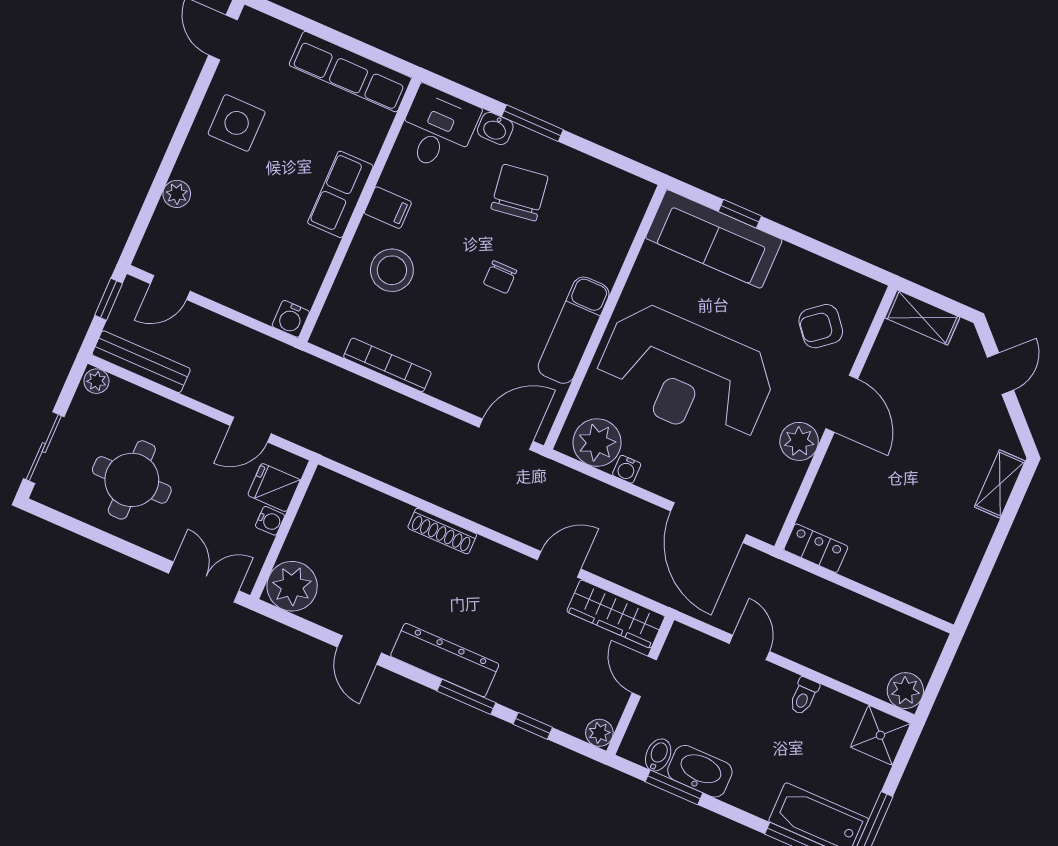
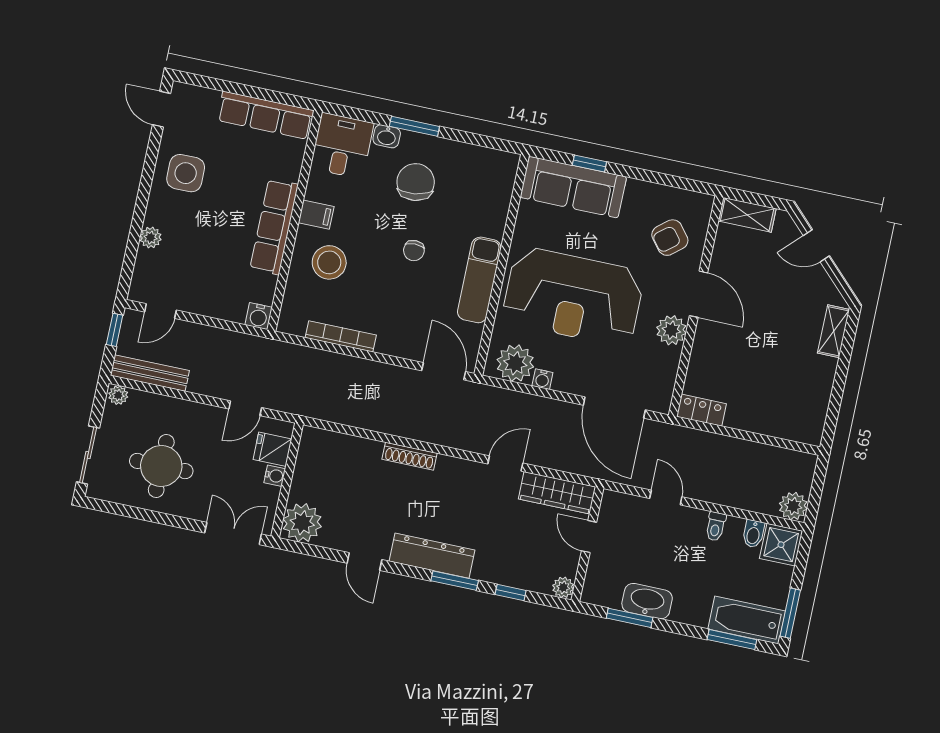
row of seats: (340, 194) -> (274, 227), width x1.48
door: (1000, 374) -> (816, 246), swing flipped
door: (506, 434) -> (444, 371), hinge flipped
bidet: (658, 755) -> (753, 534), moved, turned 180

